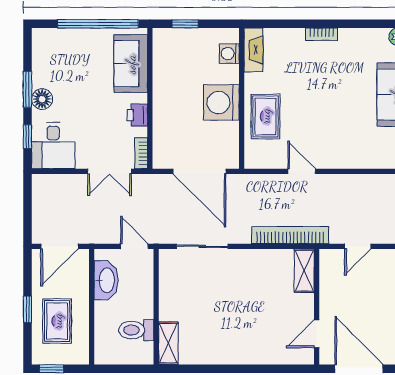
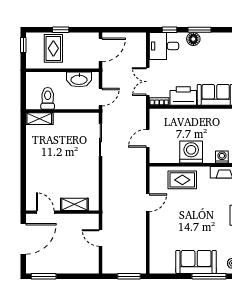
printer: (137, 115) -> (183, 96), width x1.87, depth x1.48
door: (199, 171) -> (148, 138), width x0.53
bookcase: (290, 235) -> (108, 195), removed
door: (59, 246) -> (100, 50), swing flipped
shelving: (304, 271) -> (74, 204), moved
rug: (57, 321) -> (53, 48), turned 90

